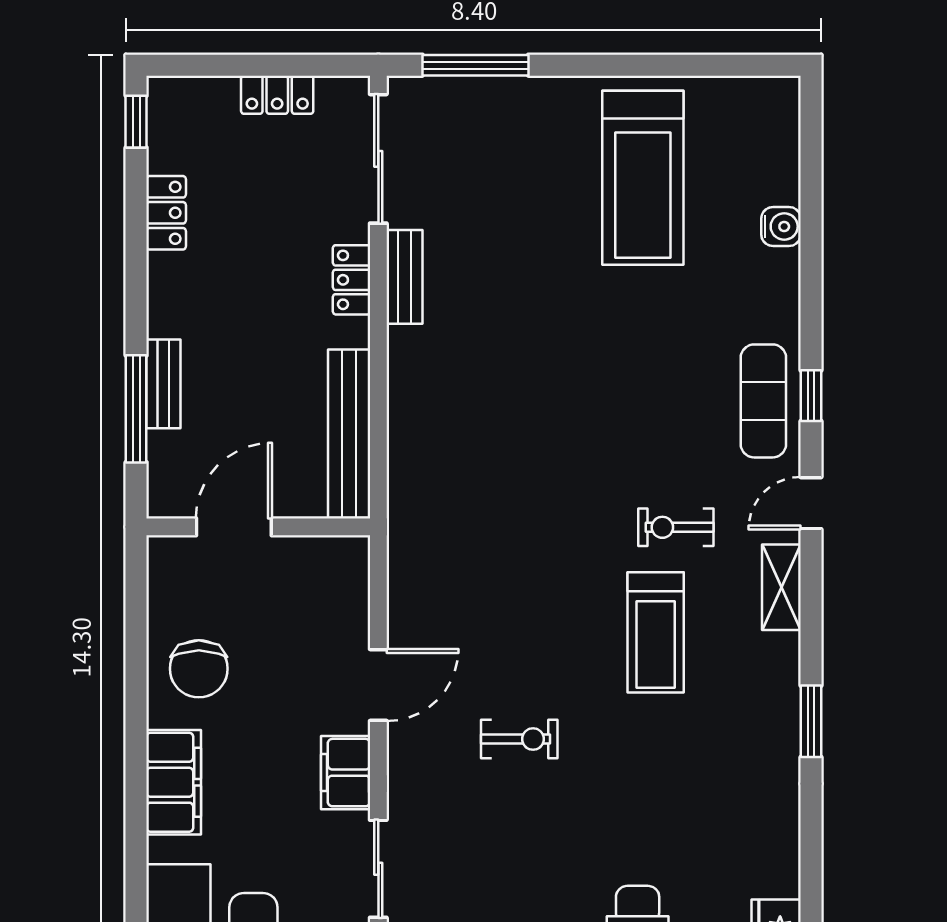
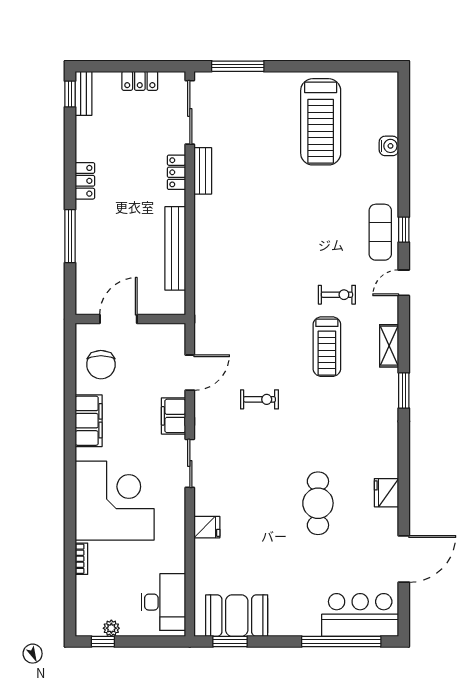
locker: (166, 213) -> (85, 181), moved
bench: (163, 384) -> (84, 93), moved
door: (234, 527) -> (118, 319), moved
wall: (258, 527) -> (130, 319), moved
exercise bike: (676, 527) -> (337, 295), turned 180
shelving: (781, 587) -> (389, 346), moved

